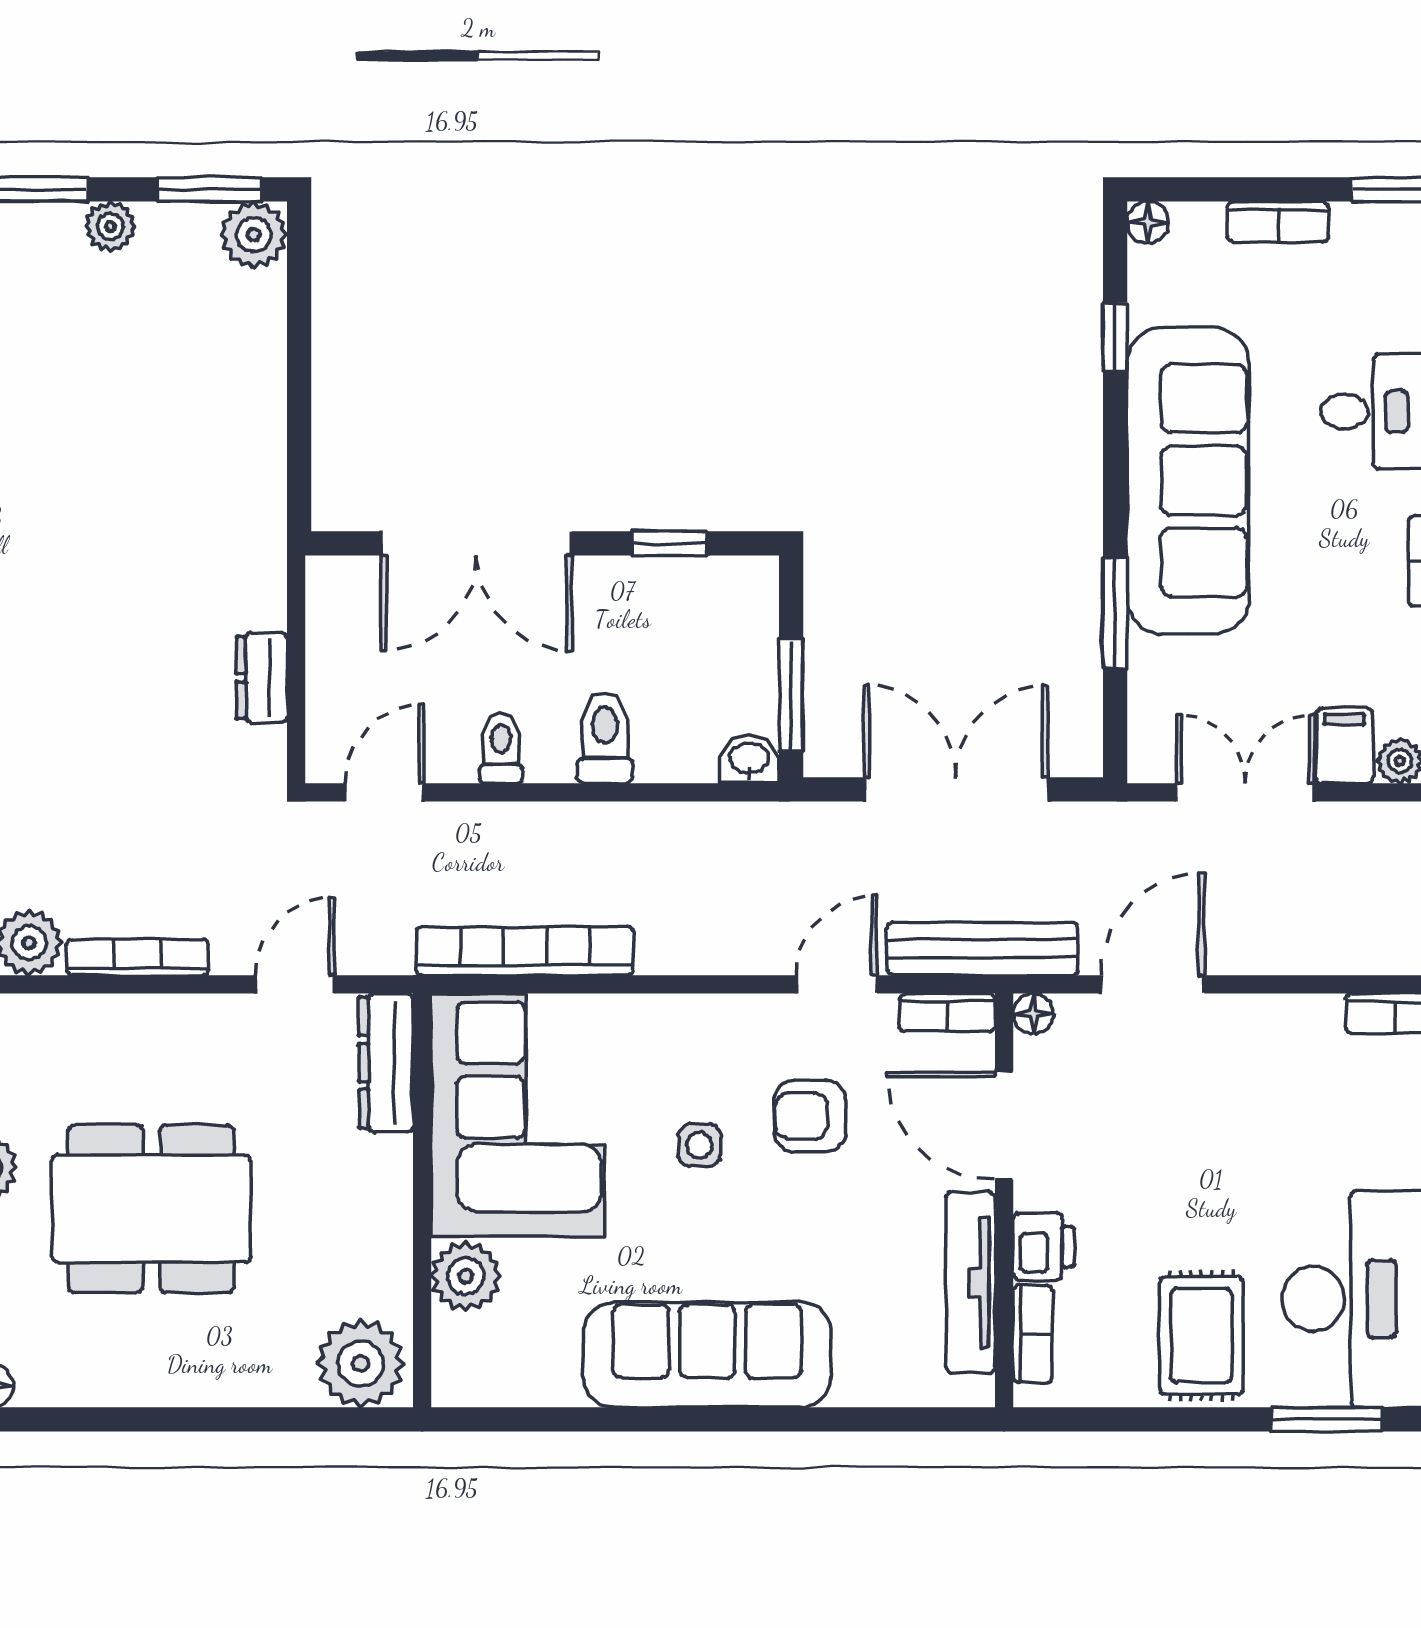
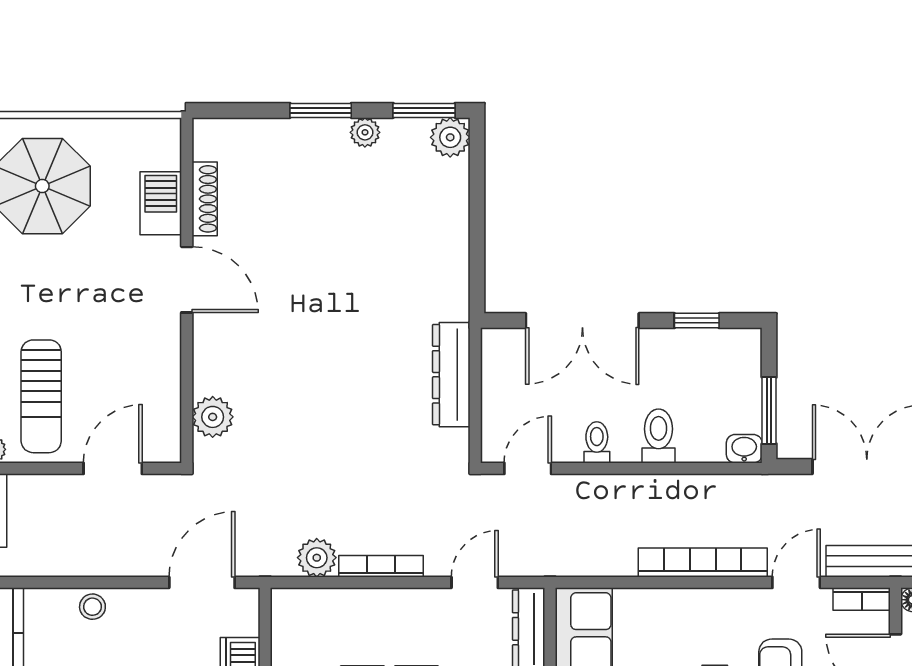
dresser: (262, 678) -> (451, 375), width x1.96, depth x1.24
bookcase: (525, 951) -> (703, 562), moved

